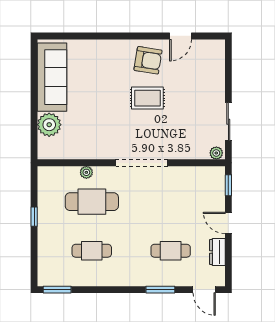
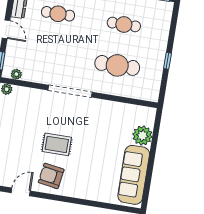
plant: (86, 172) -> (16, 74), moved

